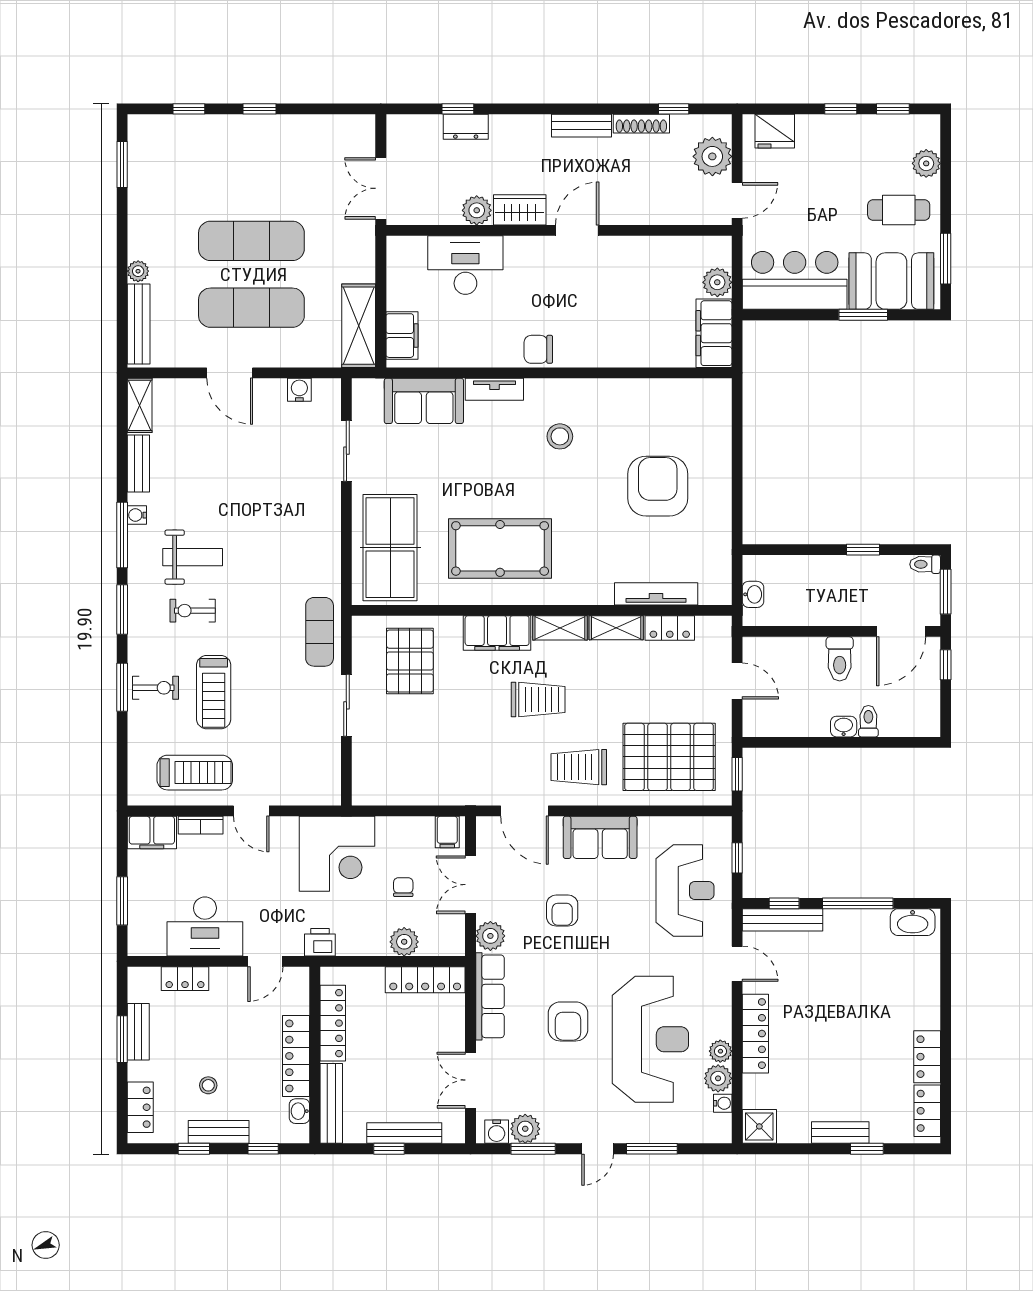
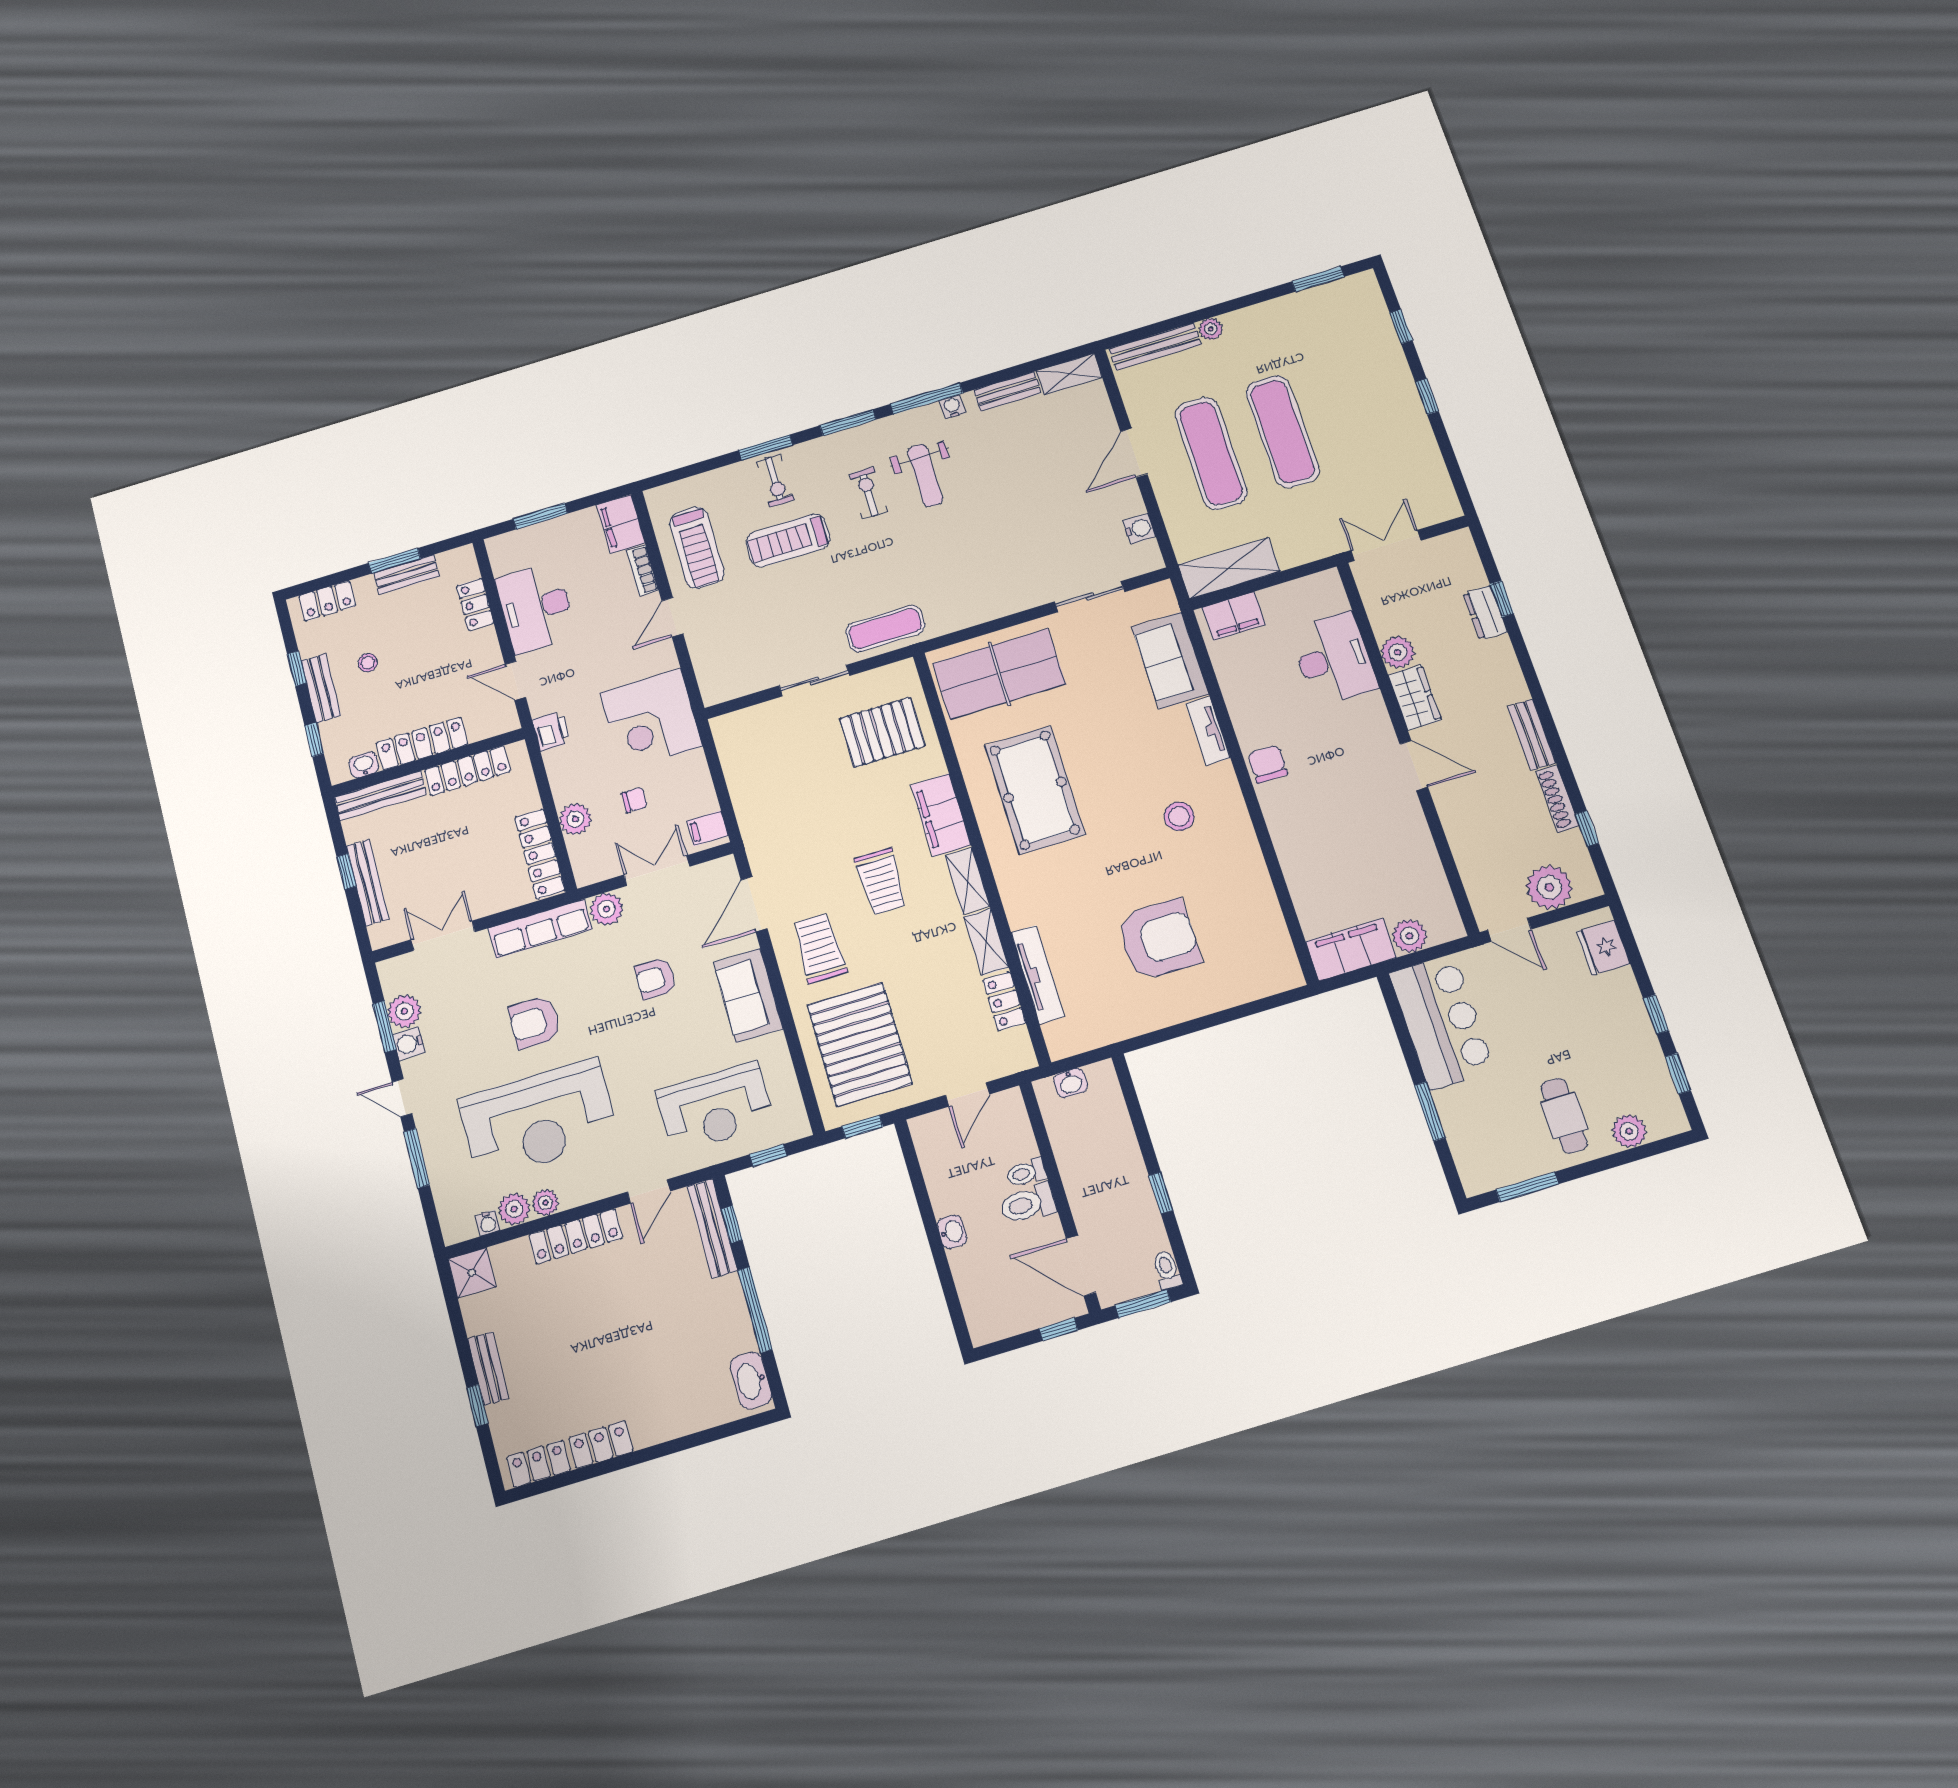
booth: (891, 281) -> (1480, 1132), removed
toilet: (868, 721) -> (1026, 1173), moved, turned 180
water cooler: (497, 1132) -> (409, 1044), moved

